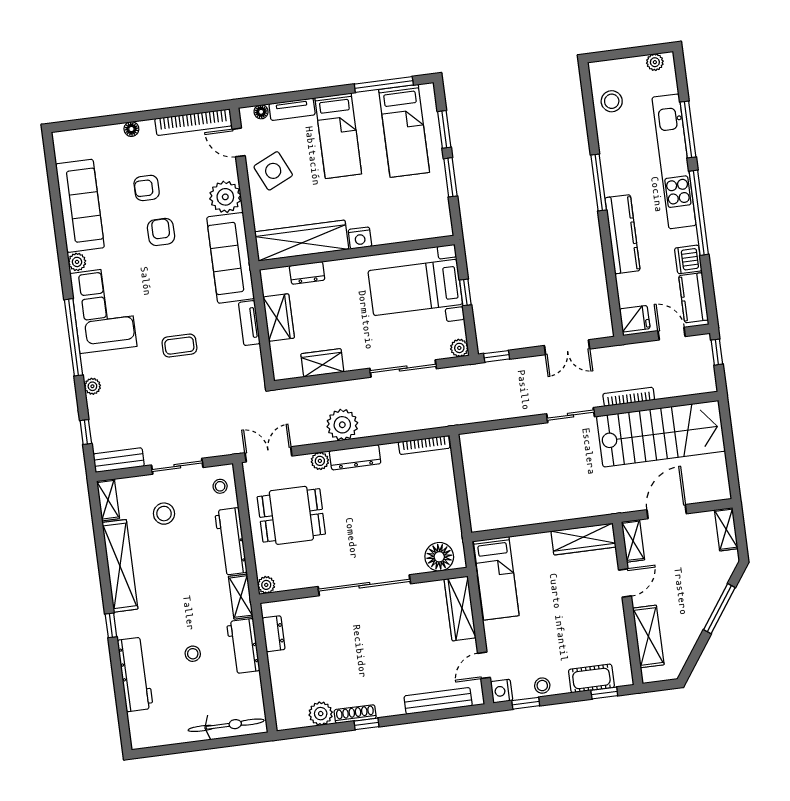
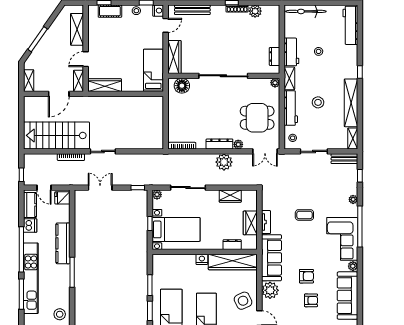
armchair: (161, 232) -> (306, 276), turned -90
stool: (164, 514) -> (318, 102), moved
workbench: (135, 674) -> (350, 25), moved

